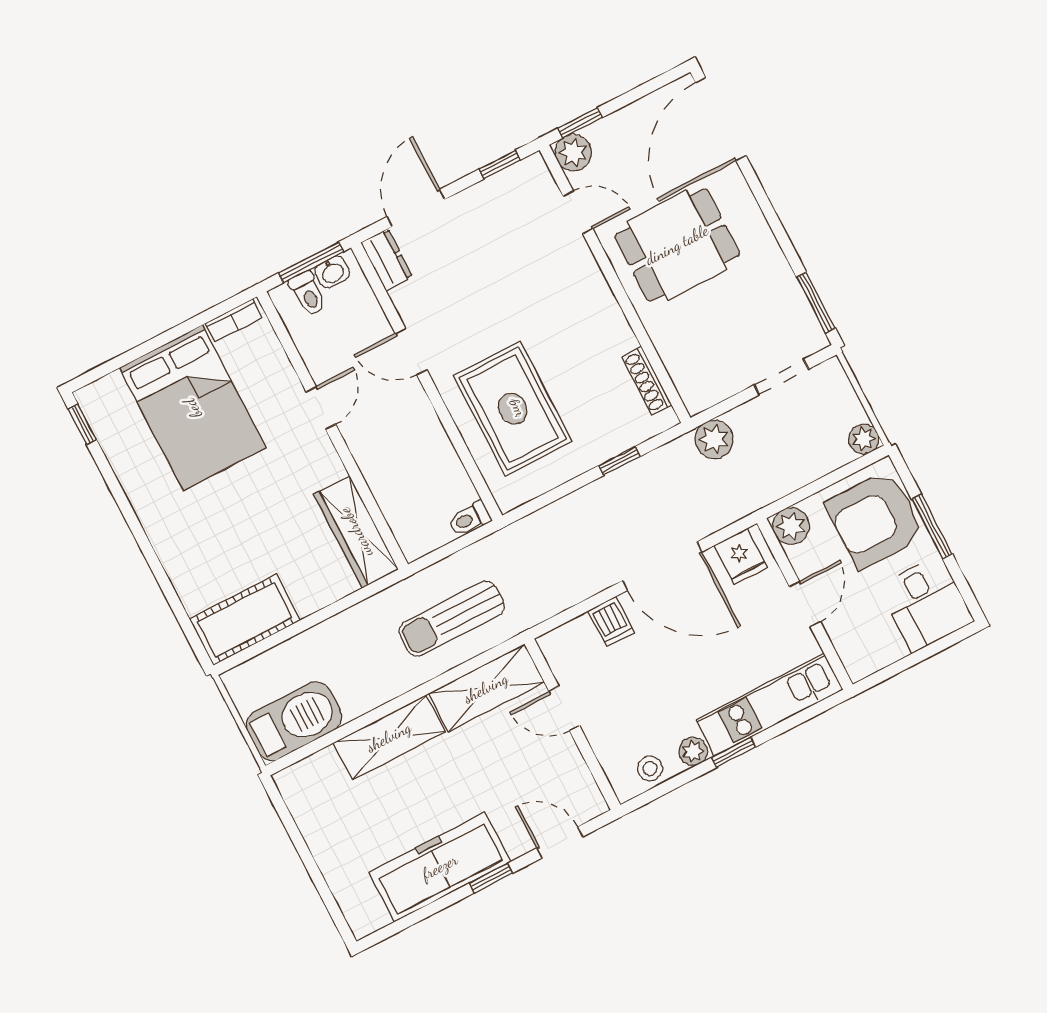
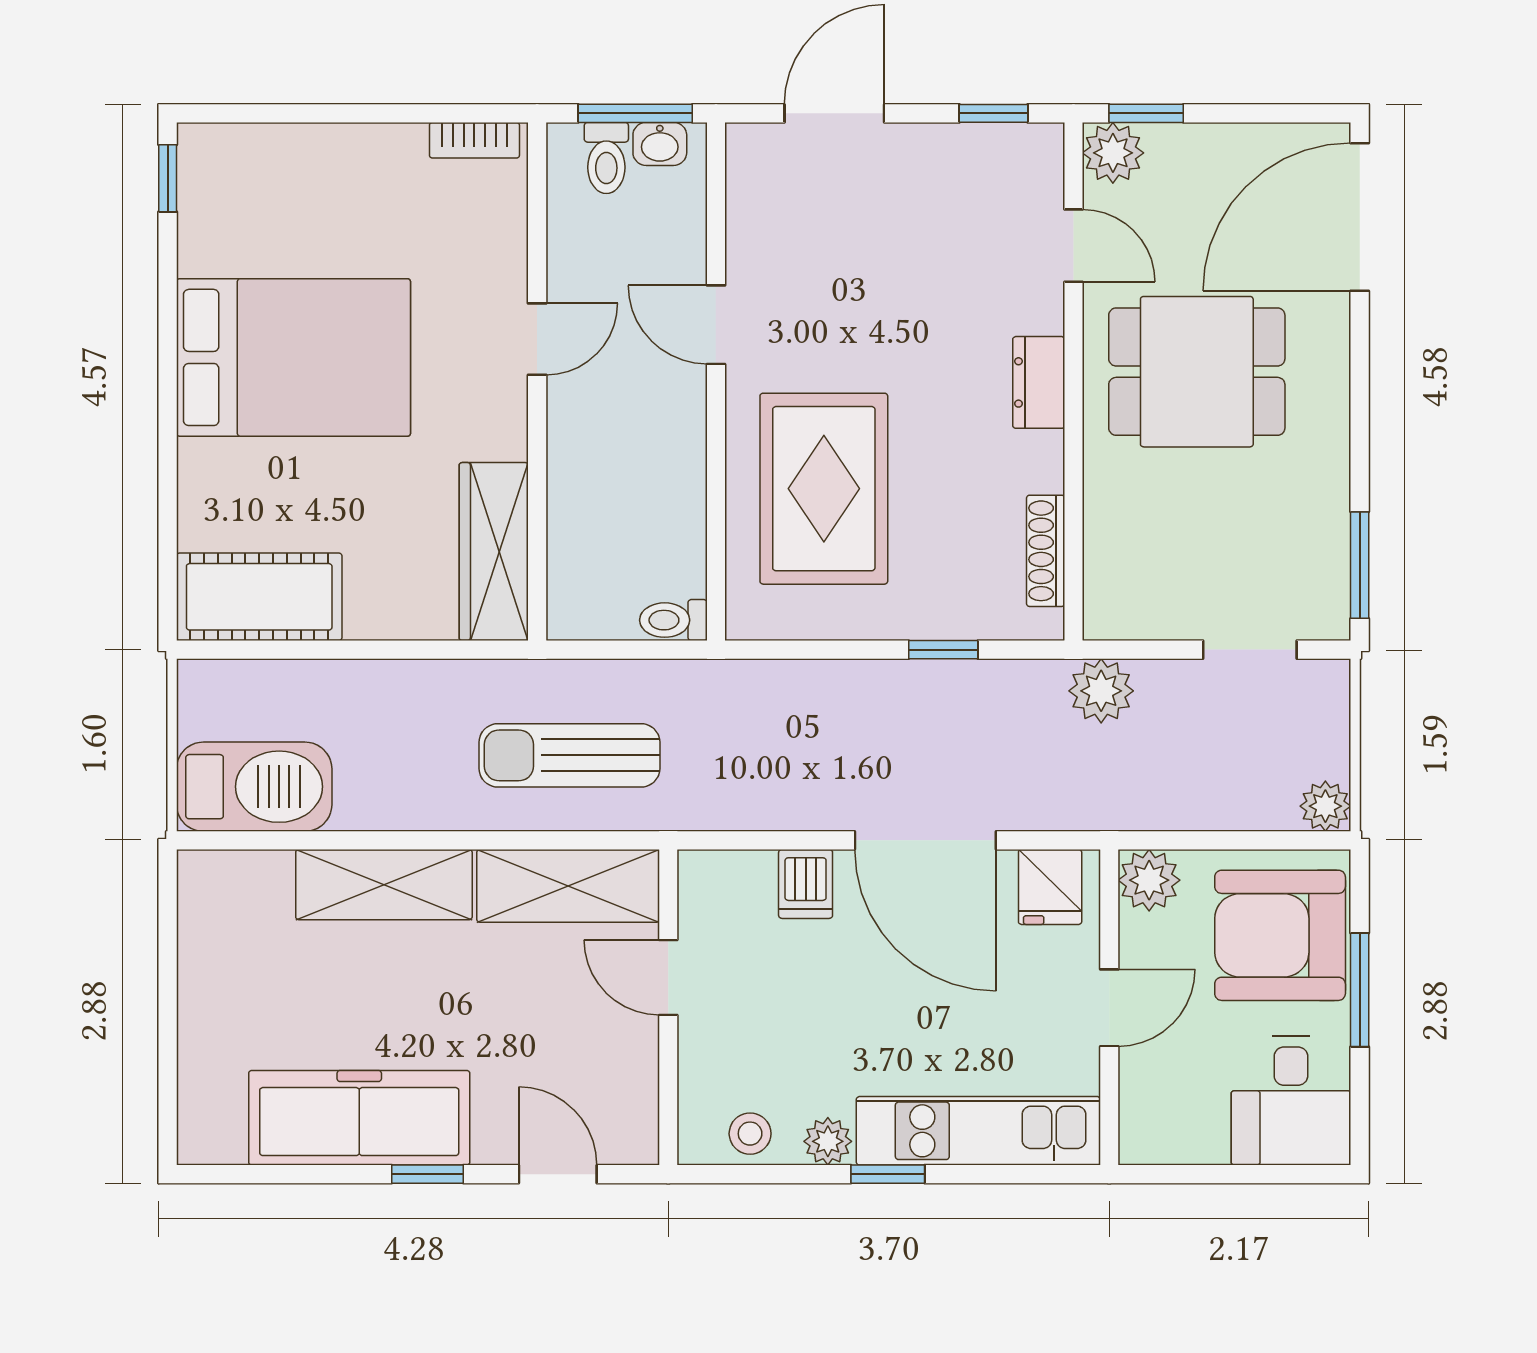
dresser: (387, 260) -> (1039, 382), moved, turned 180
bed: (193, 408) -> (294, 357), moved, turned -90

